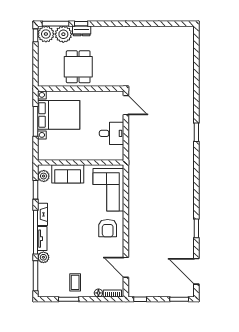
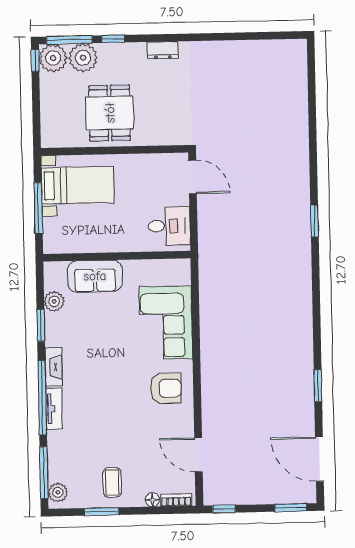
dresser: (82, 31) -> (163, 50), moved
bed with nightstands: (59, 115) -> (78, 185), width x0.73
wall: (81, 163) -> (117, 256), moved
sofa: (68, 174) -> (95, 276), moved
armchair: (108, 228) -> (166, 388), turned -90
plant: (43, 257) -> (58, 492), moved

